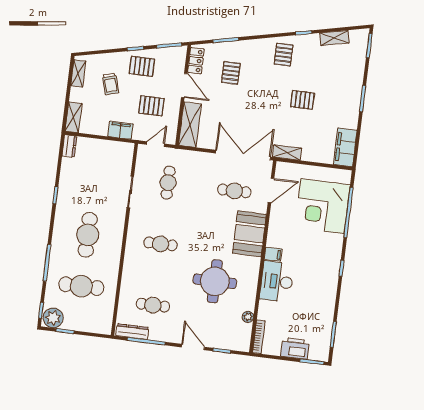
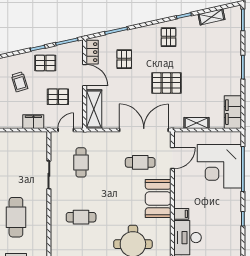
pallet: (302, 100) -> (166, 83), moved, width x1.50, depth x1.42
shelving: (287, 153) -> (196, 123), moved

